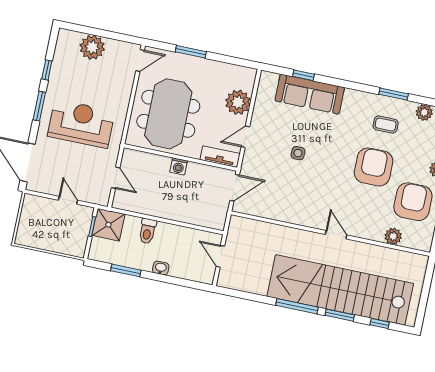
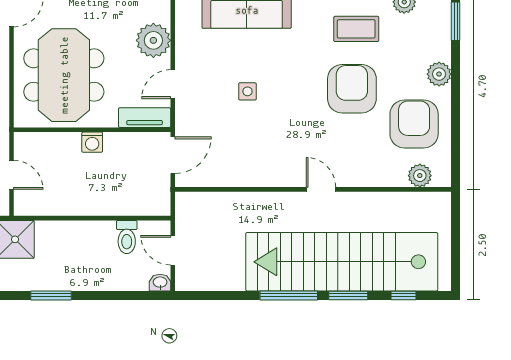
coffee table: (386, 125) -> (356, 29), width x1.36, depth x1.30
toilet: (147, 231) -> (127, 237), moved
plant: (393, 236) -> (420, 176), moved
washbasin: (161, 268) -> (160, 283), moved

